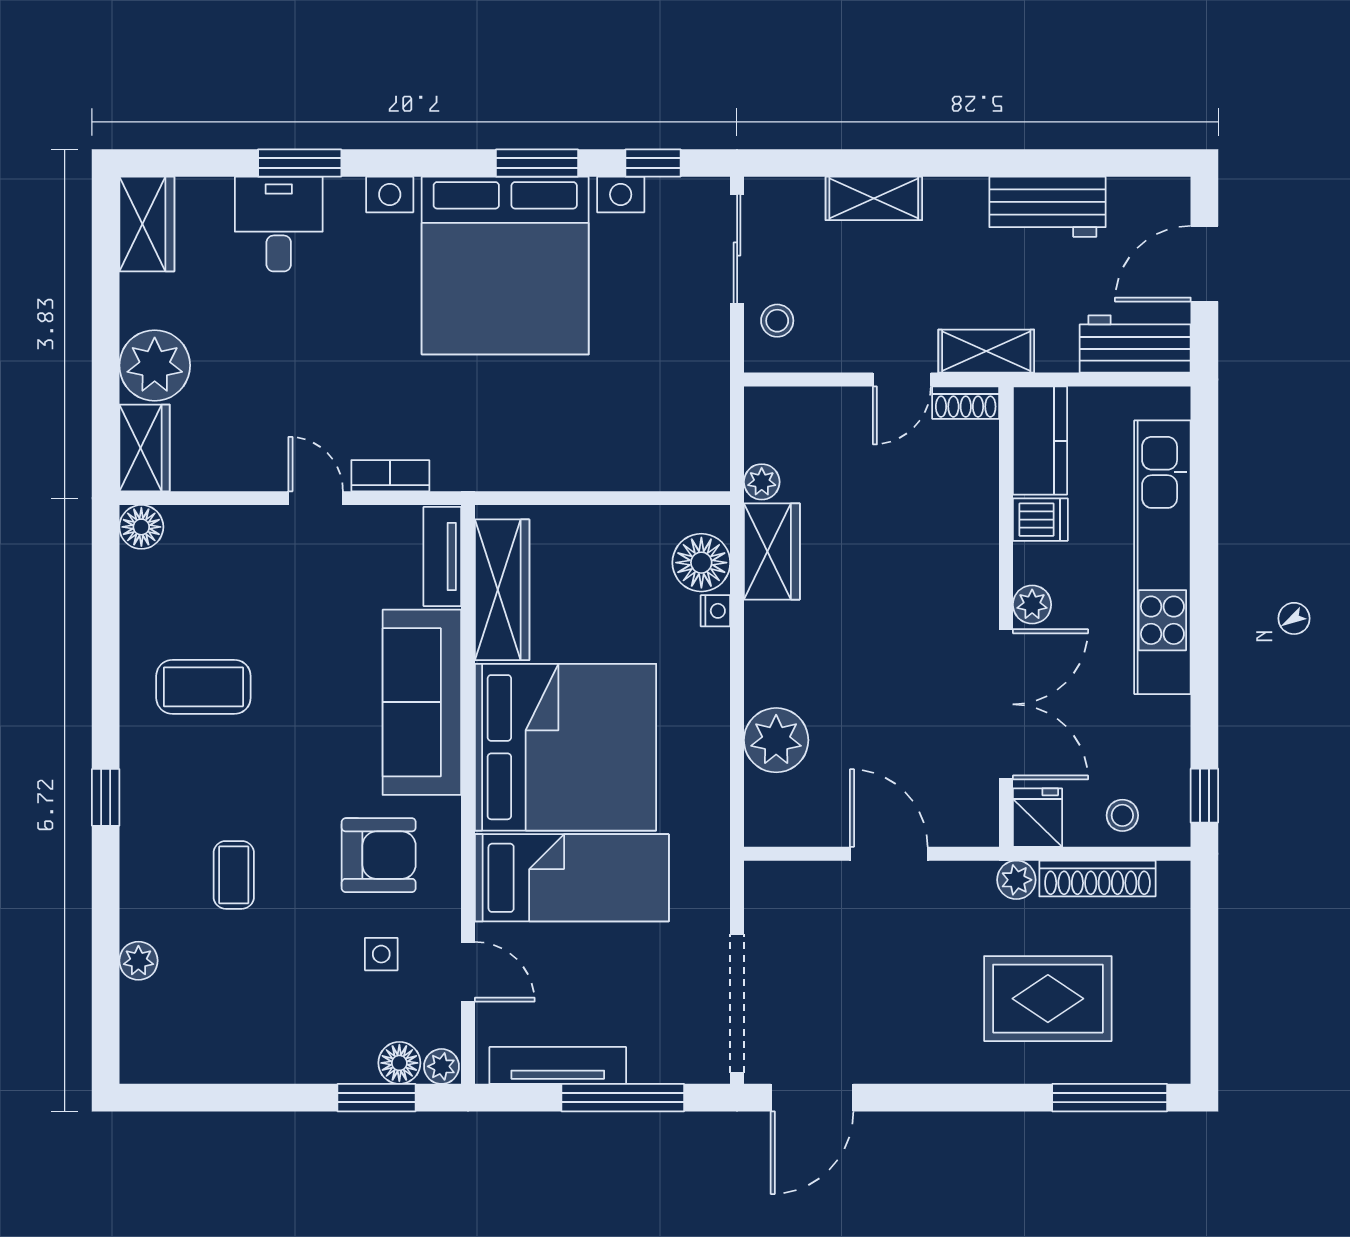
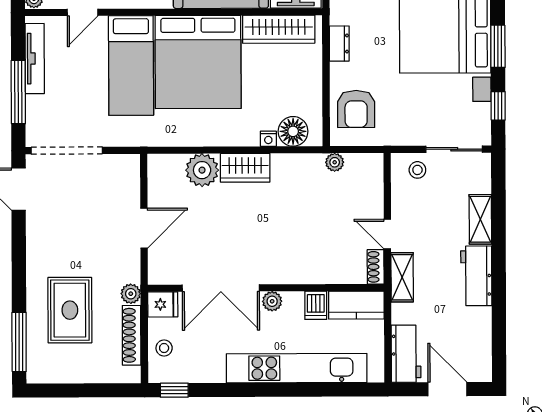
workbench: (1048, 207) -> (476, 276), moved
armchair: (658, 440) -> (356, 109), added
dresser: (531, 472) -> (339, 44), added
wardrobe: (772, 551) -> (245, 168), moved

